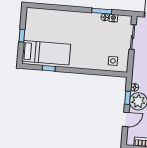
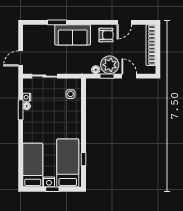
bed: (47, 18) -> (33, 165), added
nightstand: (29, 33) -> (49, 182), added

